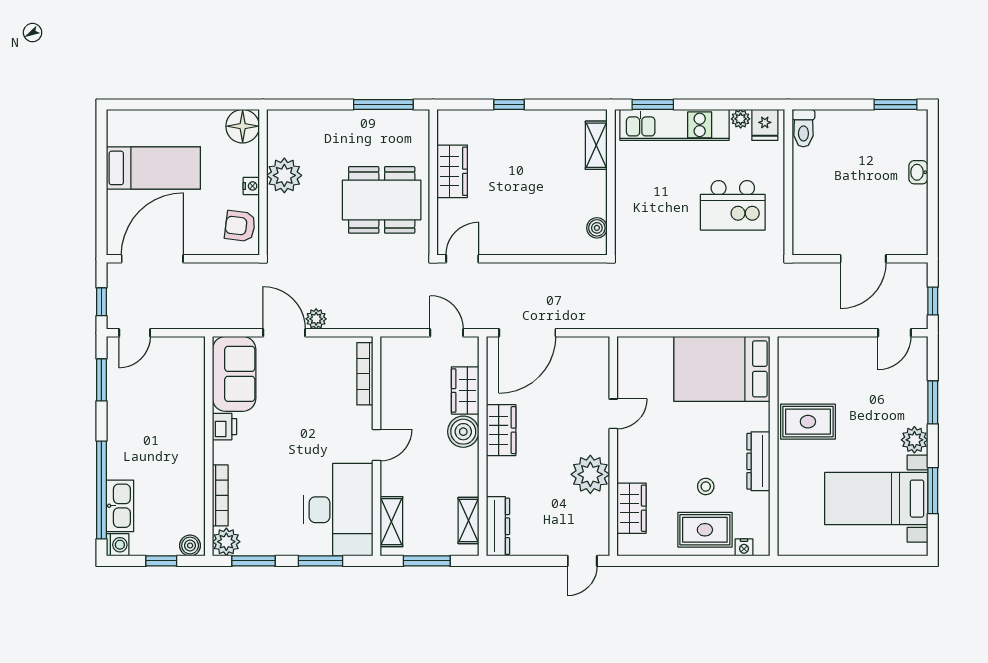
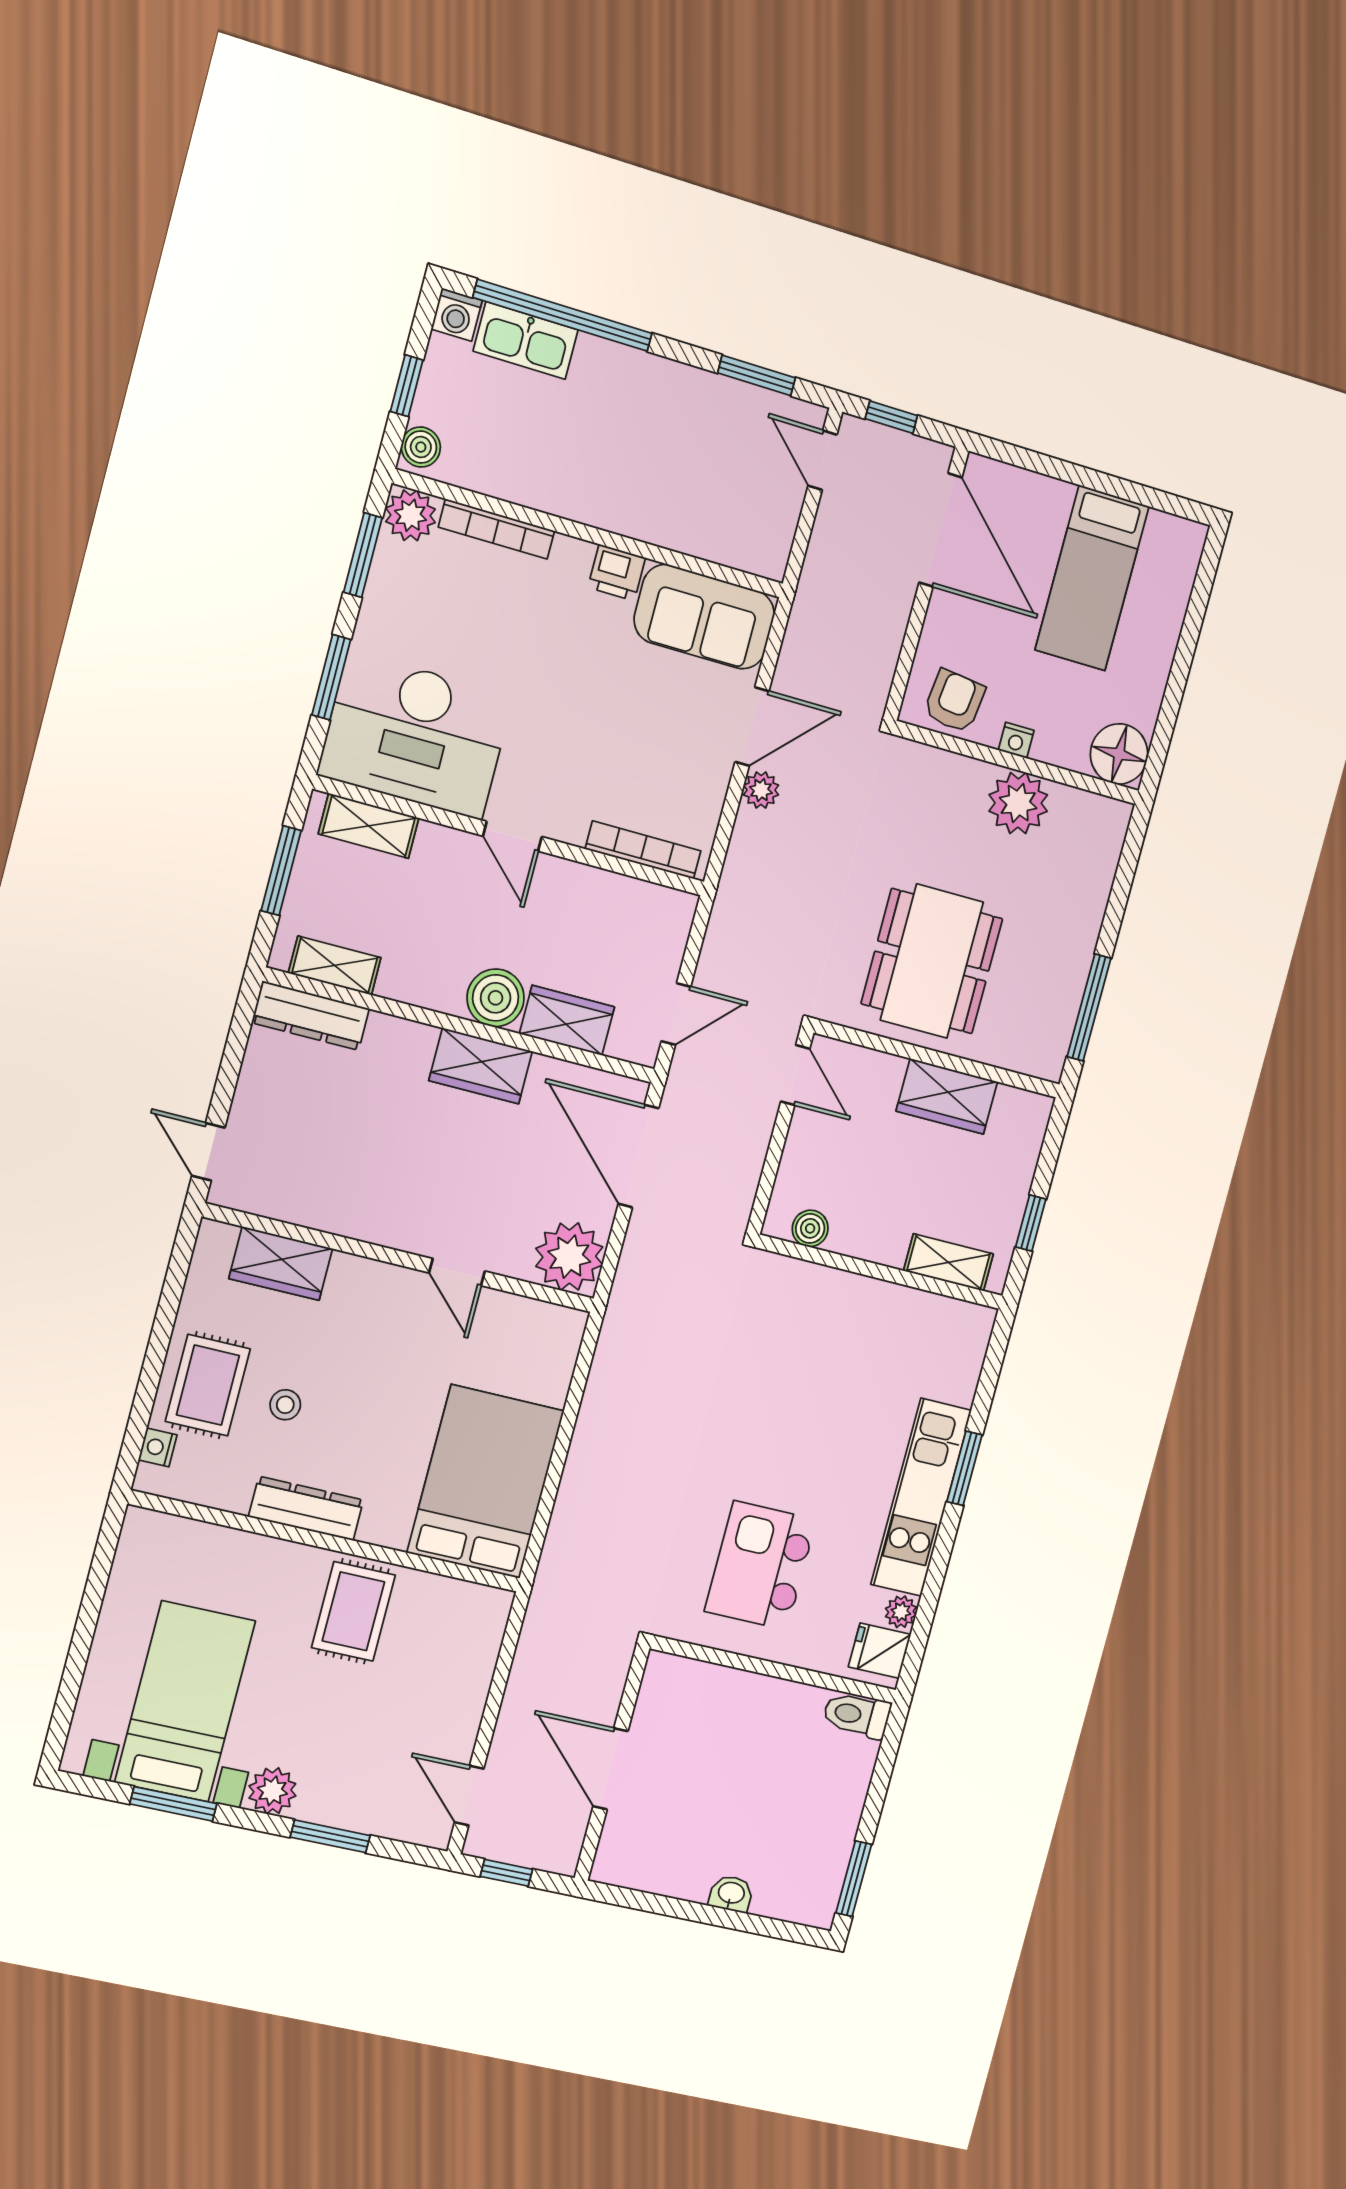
shelving: (596, 145) -> (948, 1262), moved
wall: (611, 182) -> (880, 1272), moved
boiler: (597, 228) -> (810, 1228), moved
plant: (590, 474) -> (569, 1257), moved

